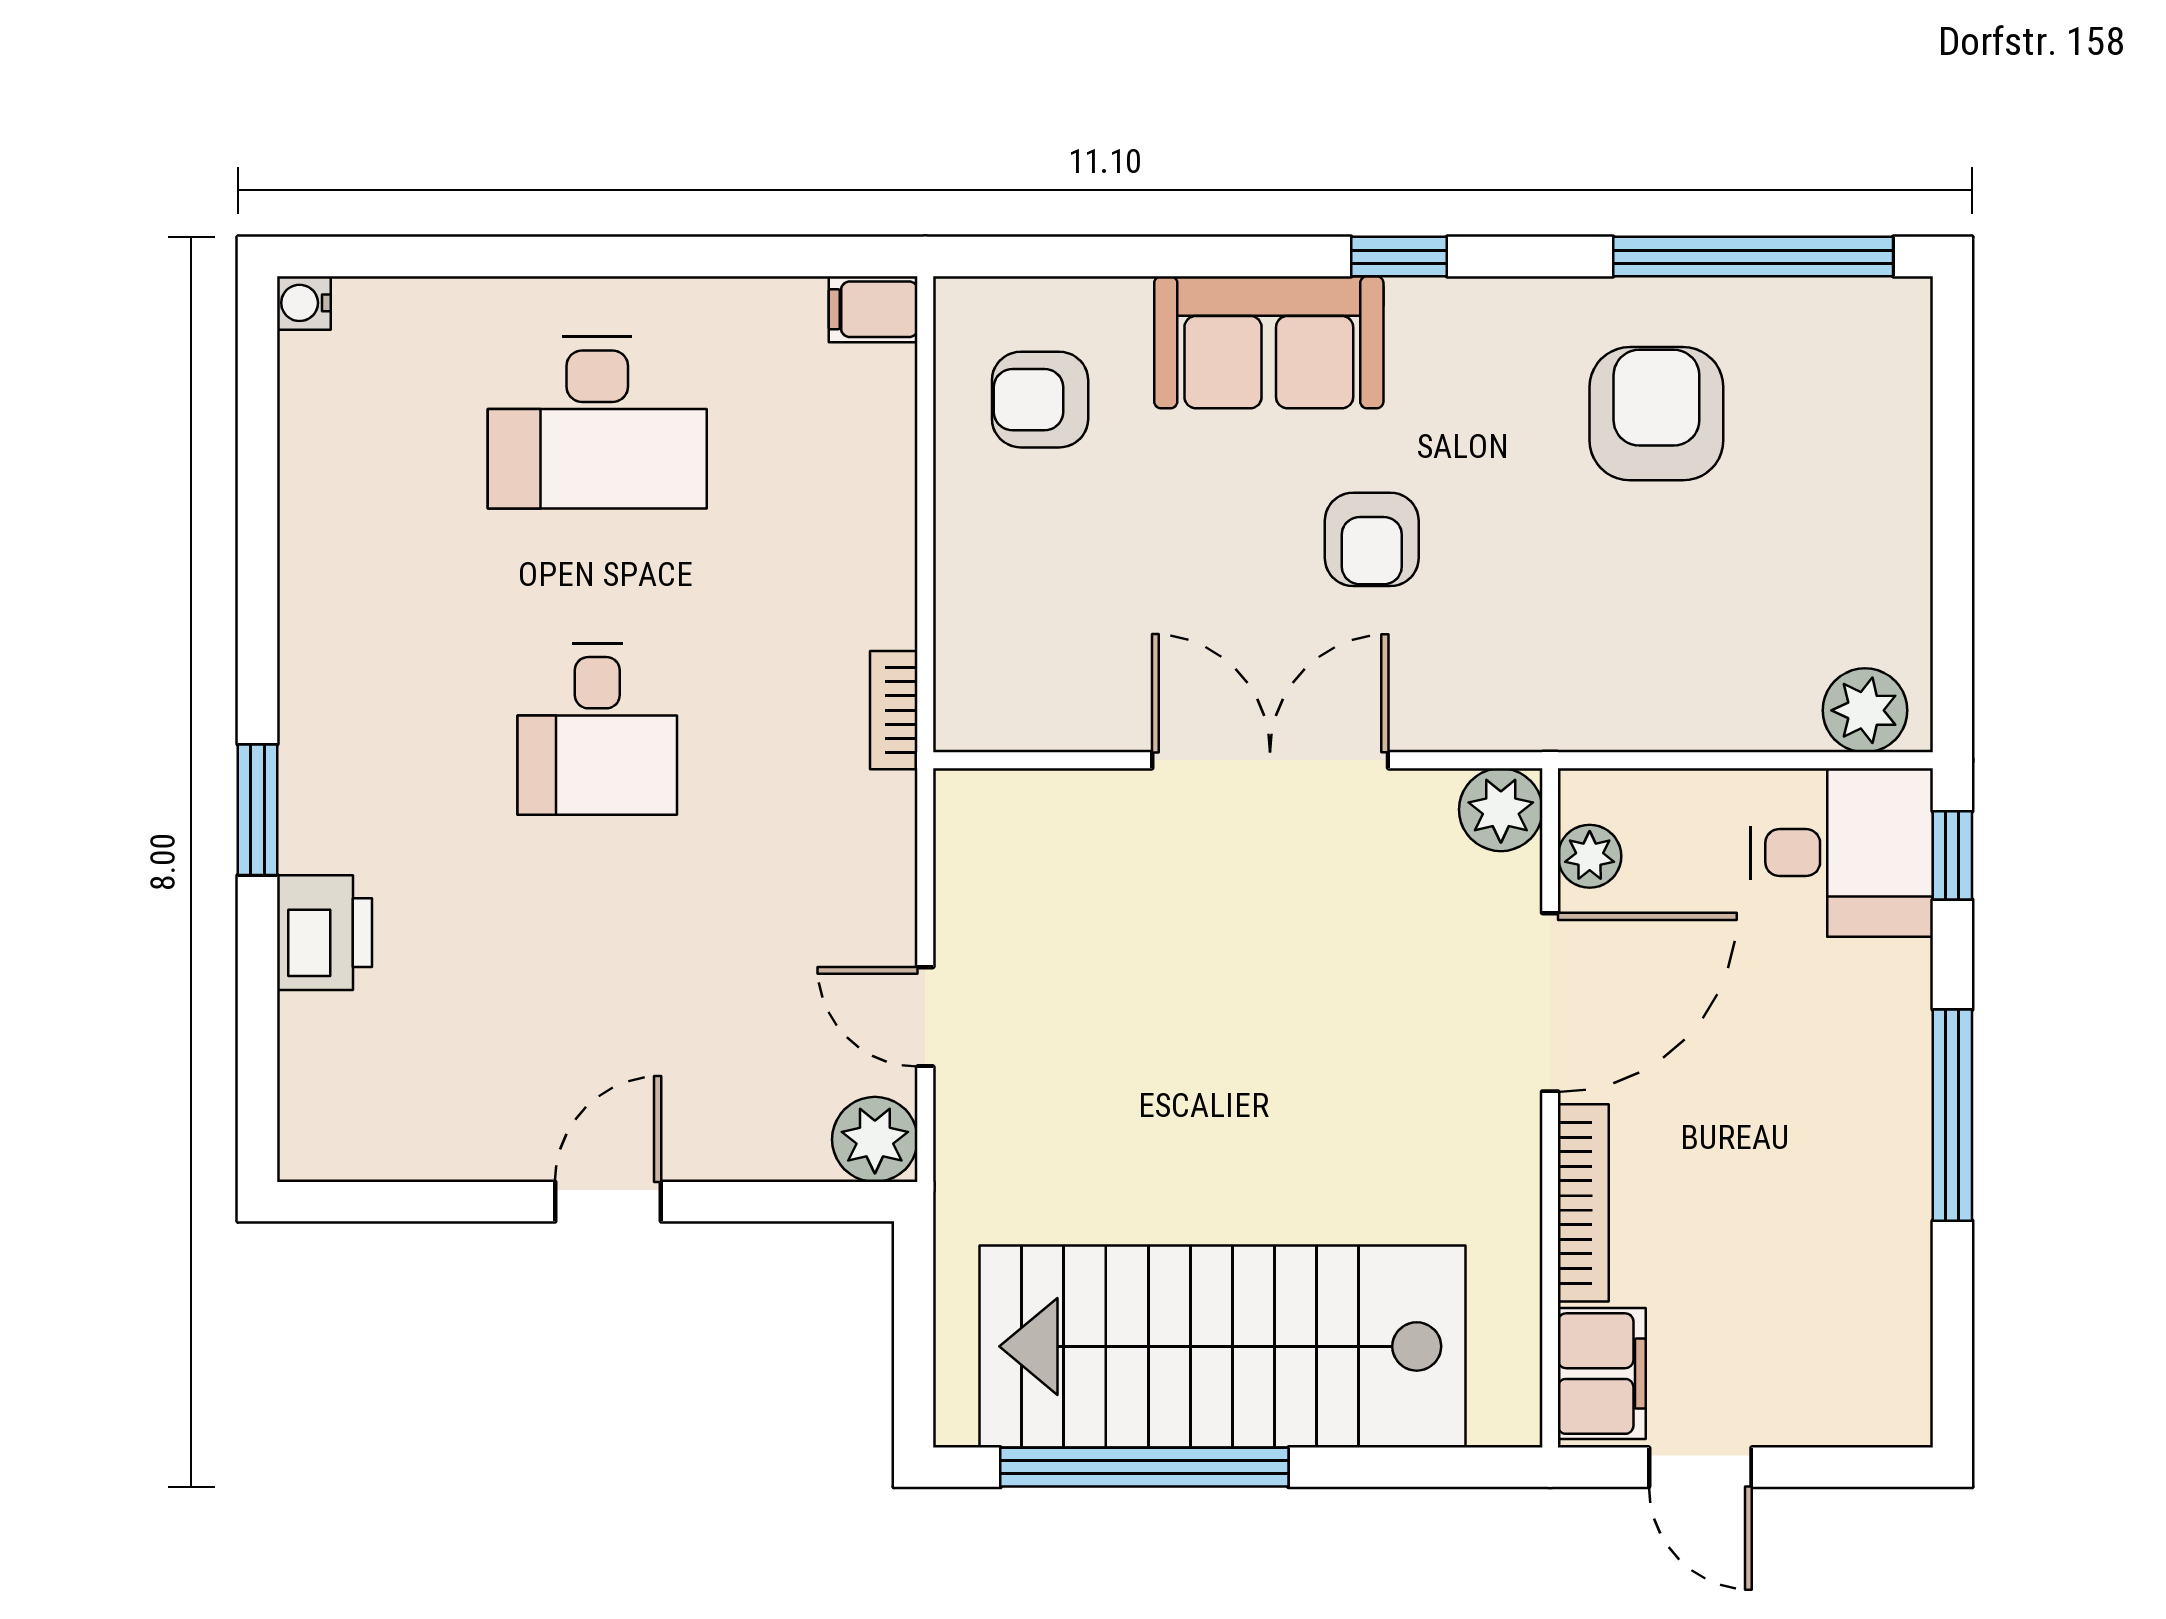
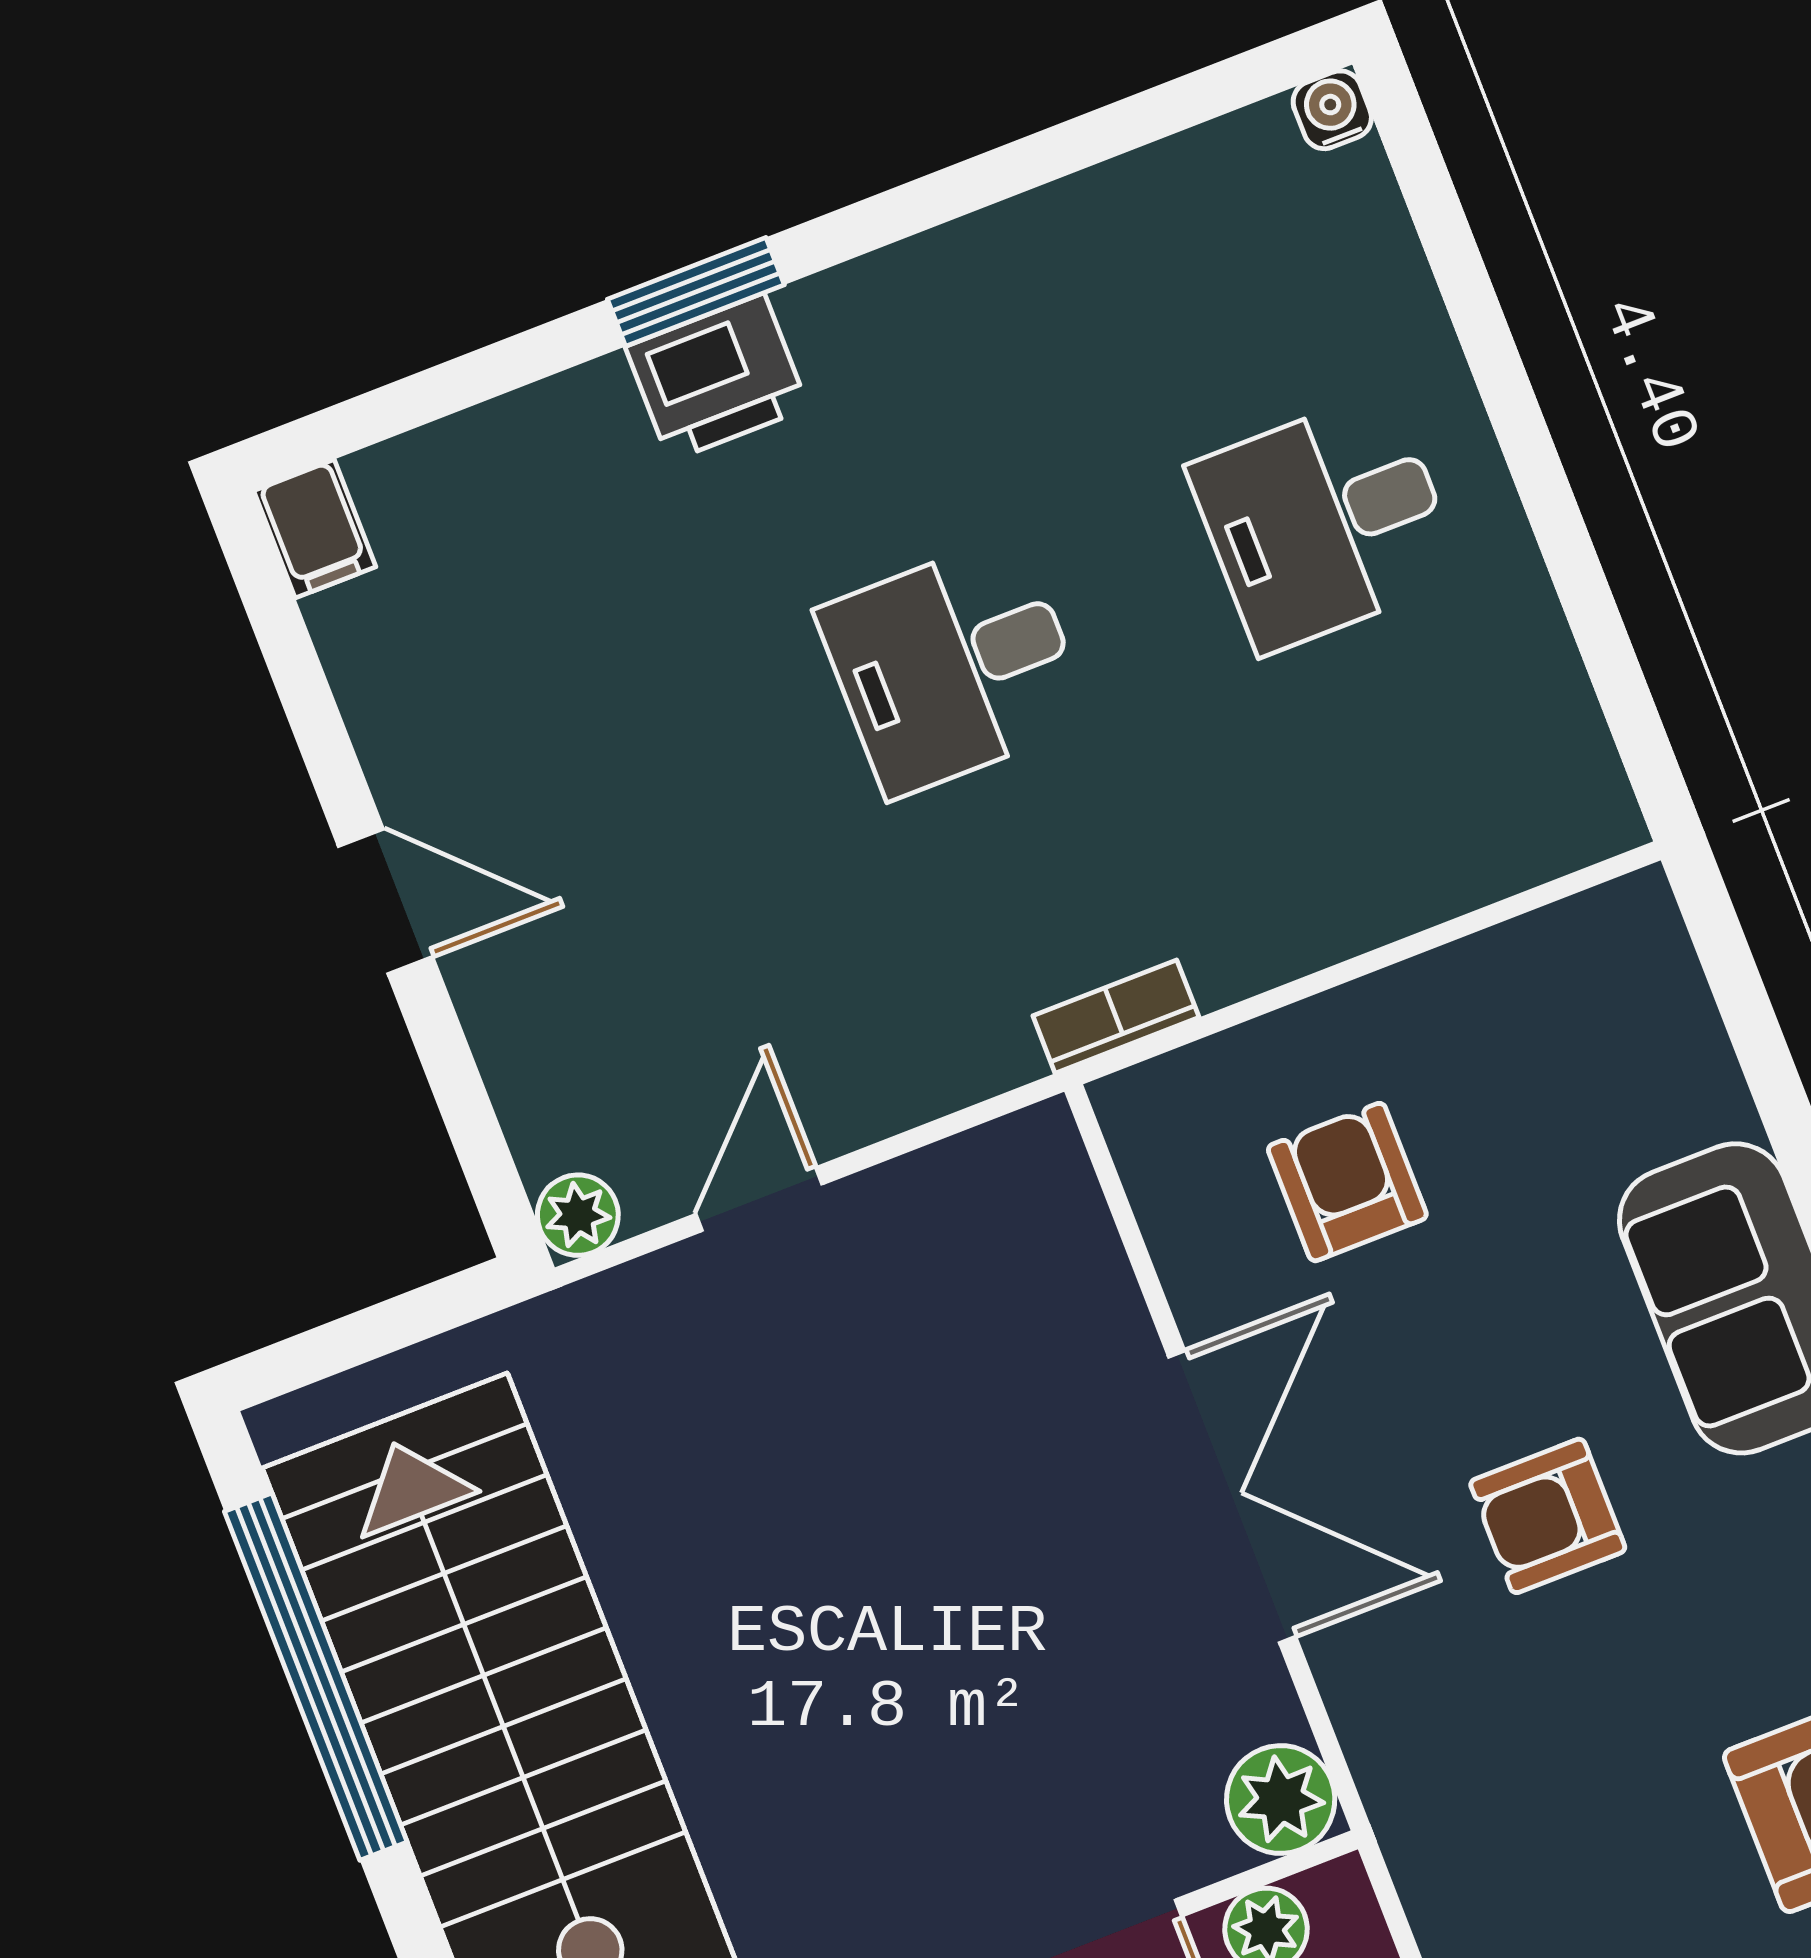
filing cabinet: (873, 309) -> (315, 529), moved, turned 180
armchair: (1040, 400) -> (1347, 1182), moved
desk: (597, 423) -> (1325, 522), width x0.73
printer: (325, 933) -> (717, 377), moved
plant: (875, 1139) -> (578, 1215), width x0.73, depth x0.73

